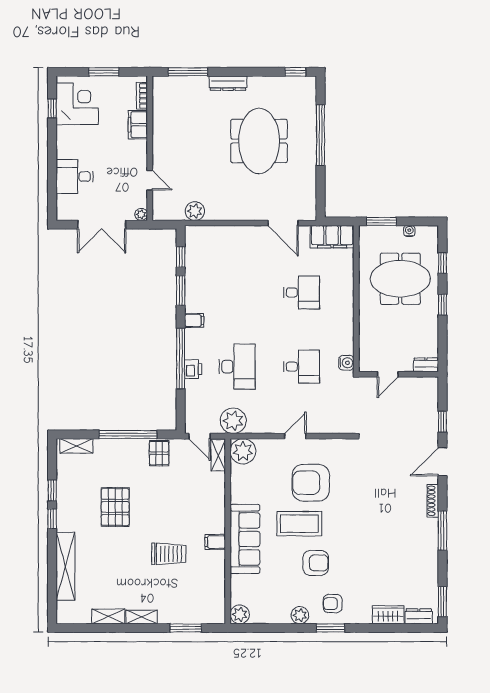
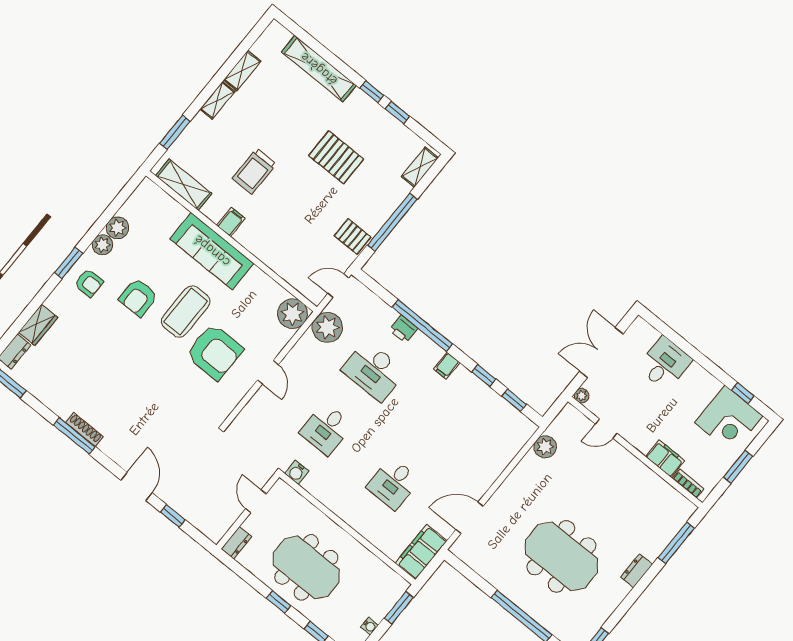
dresser: (228, 83) -> (636, 571), width x0.70
meeting table: (400, 279) -> (306, 567), moved, turned 90
window: (181, 291) -> (484, 376), width x0.67
shelving: (218, 455) -> (184, 185), moved, width x1.50, depth x1.33
armchair: (311, 483) -> (214, 352), turned 90
shoe rack: (433, 501) -> (84, 430), moved
armchair: (333, 604) -> (89, 283), turned 90
plant: (240, 614) -> (118, 228), moved

